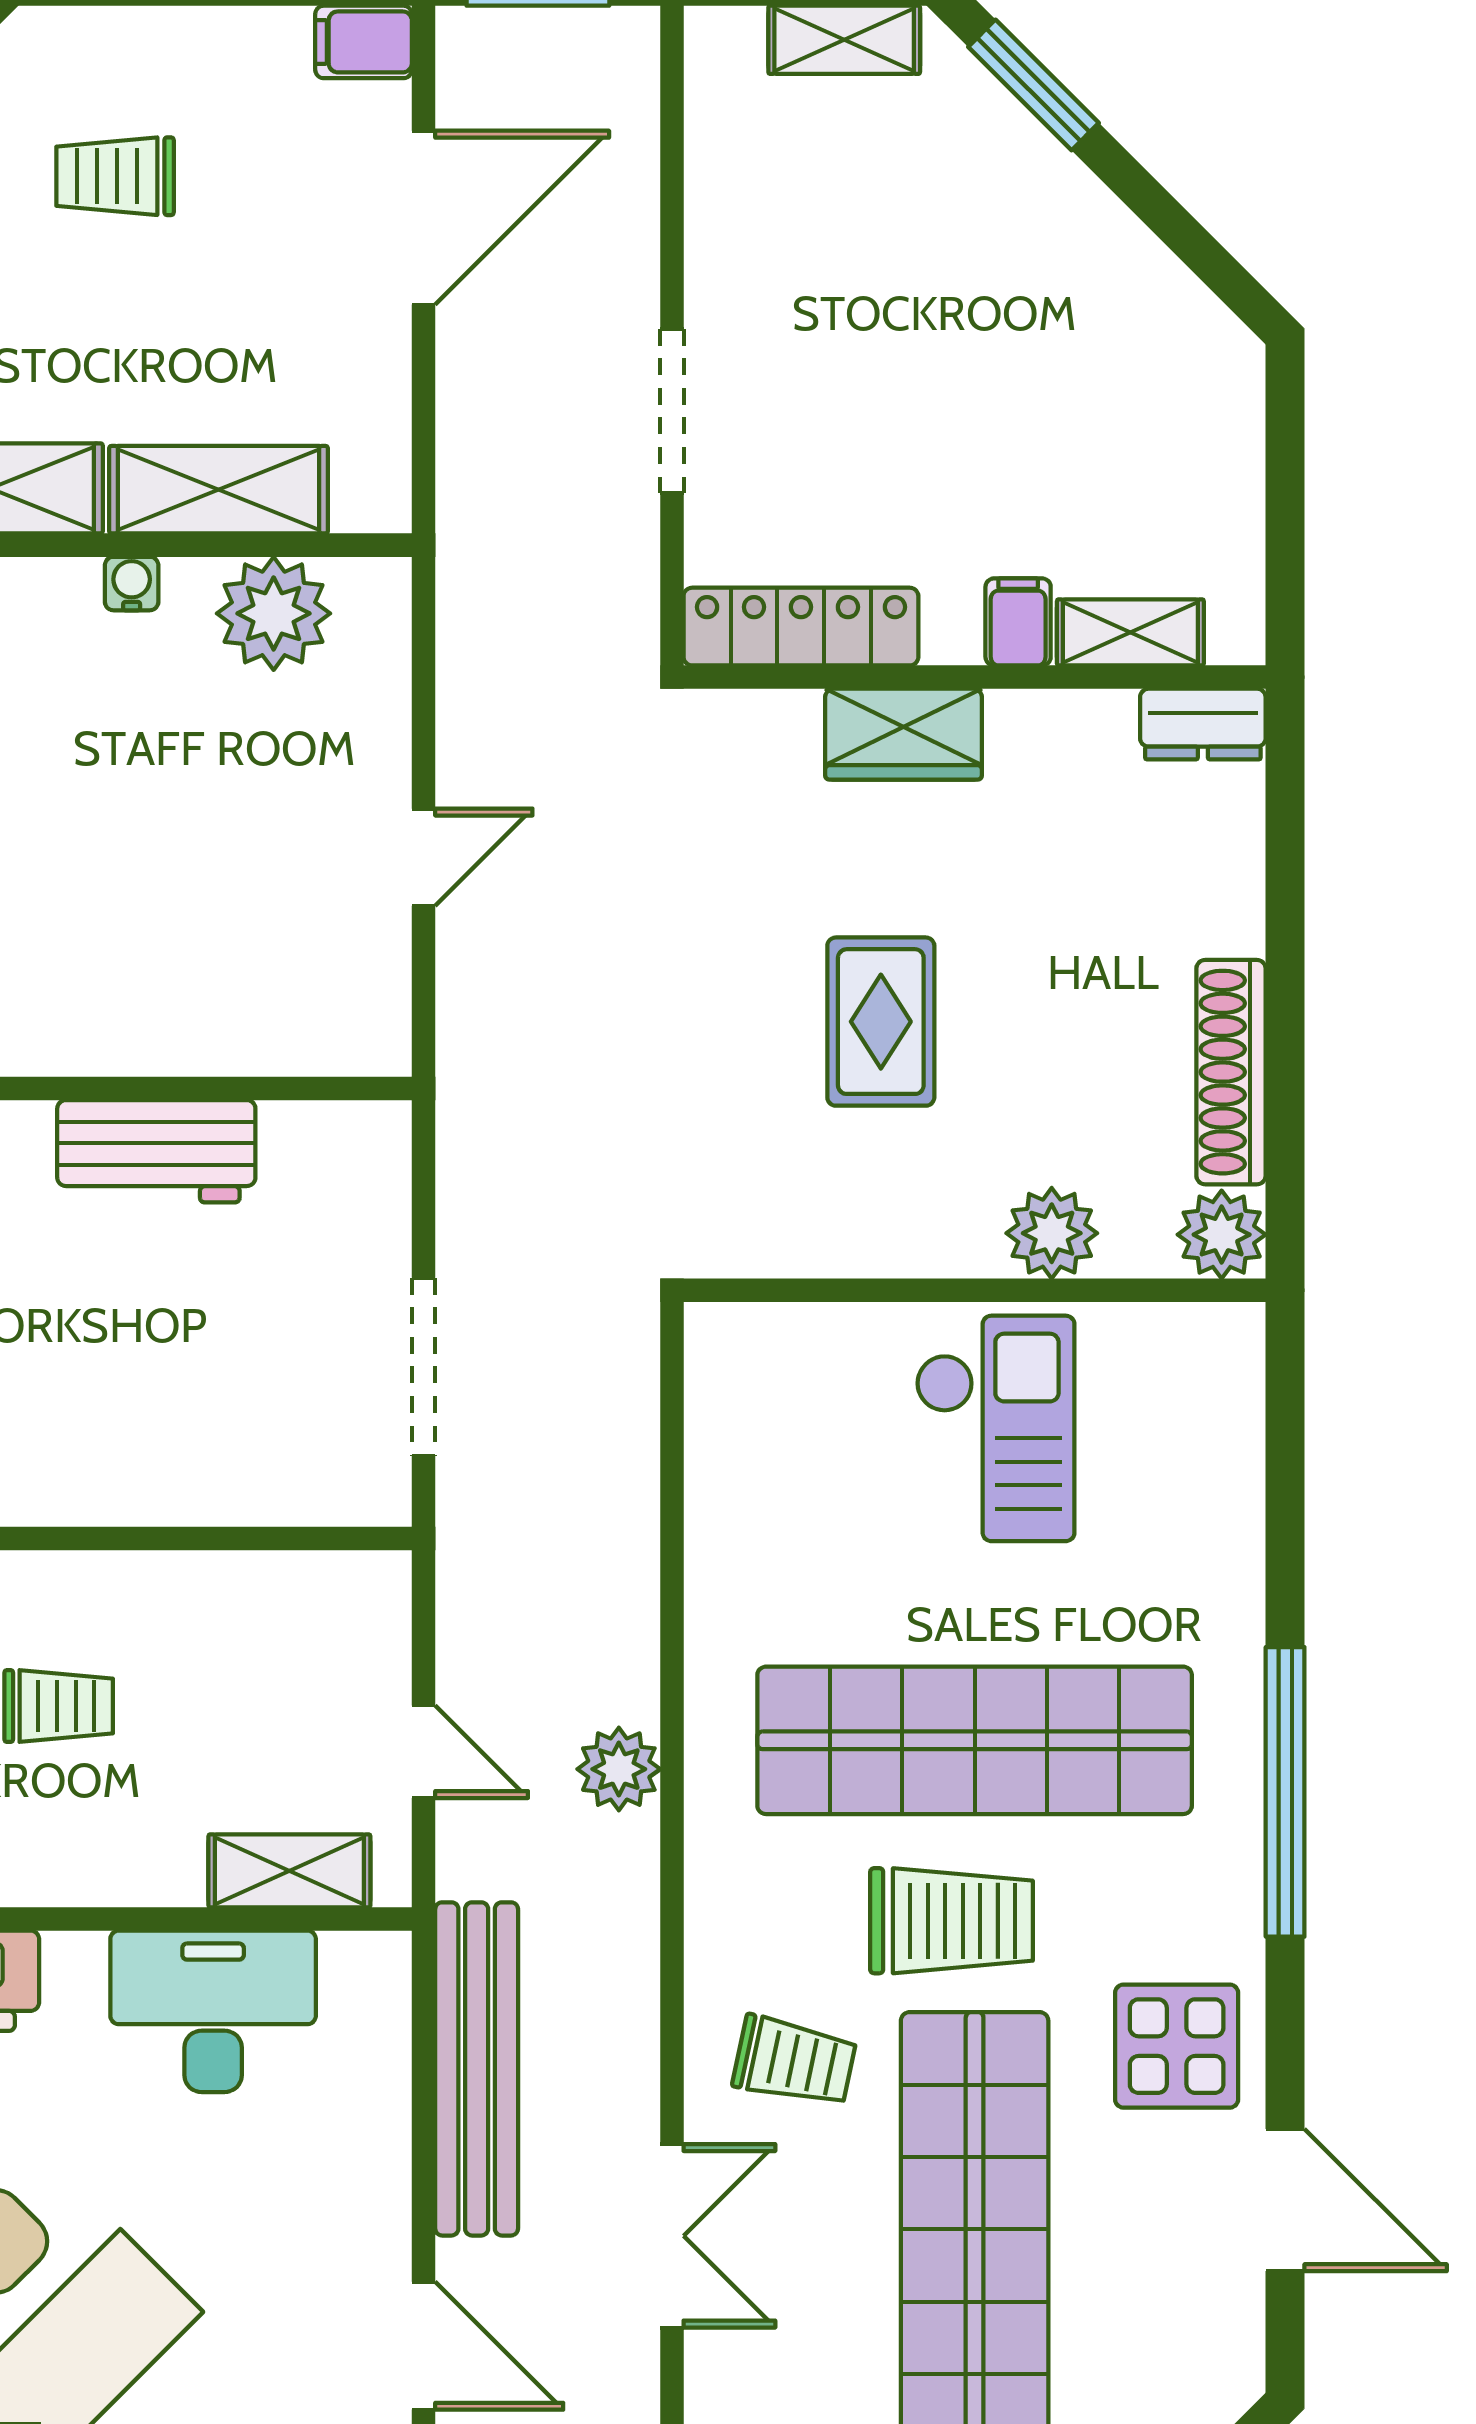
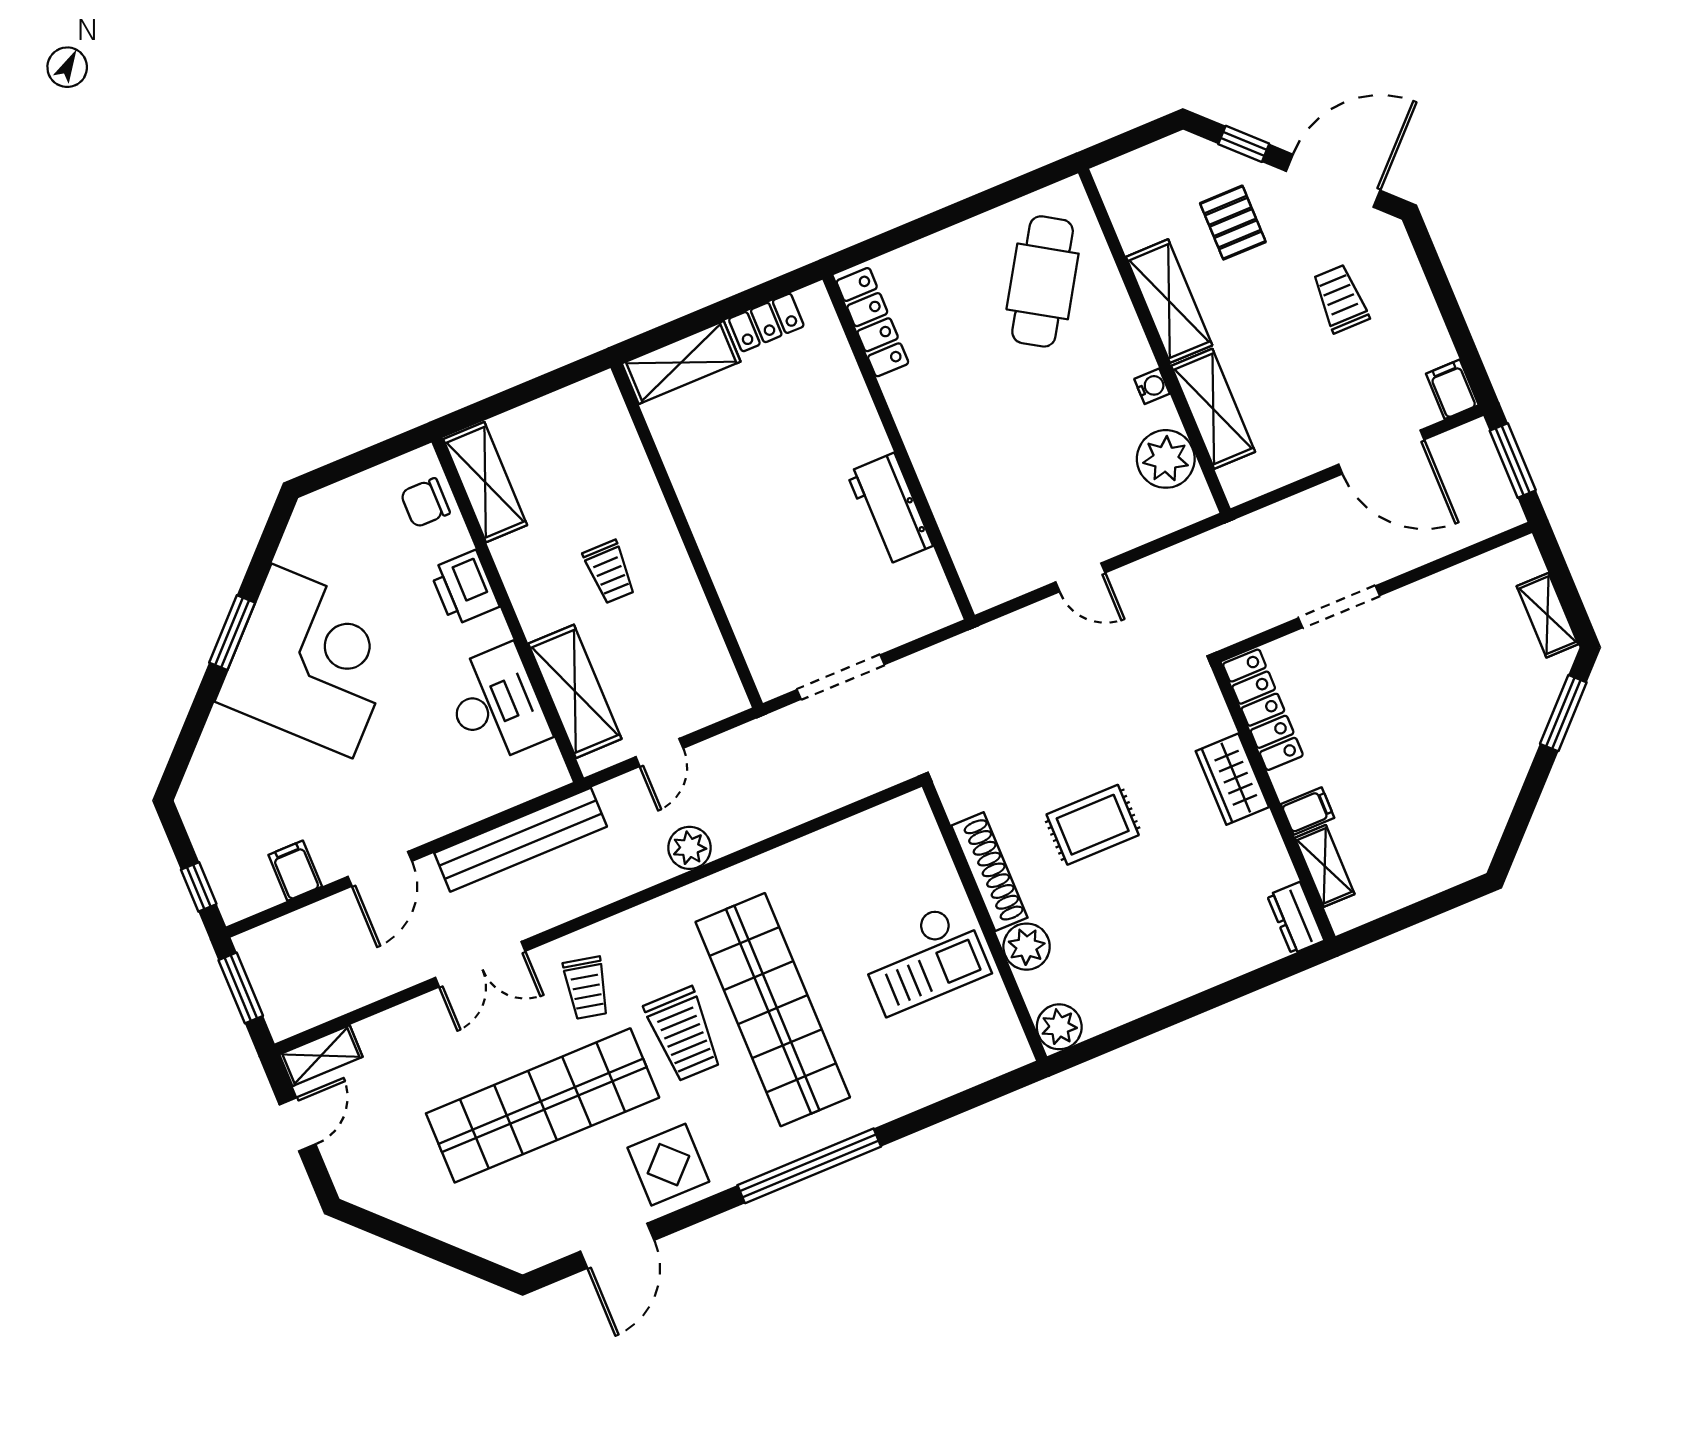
shoe rack: (1231, 1072) -> (989, 872), moved, turned 90
shelving: (289, 1871) -> (575, 691), width x1.50, depth x1.33

